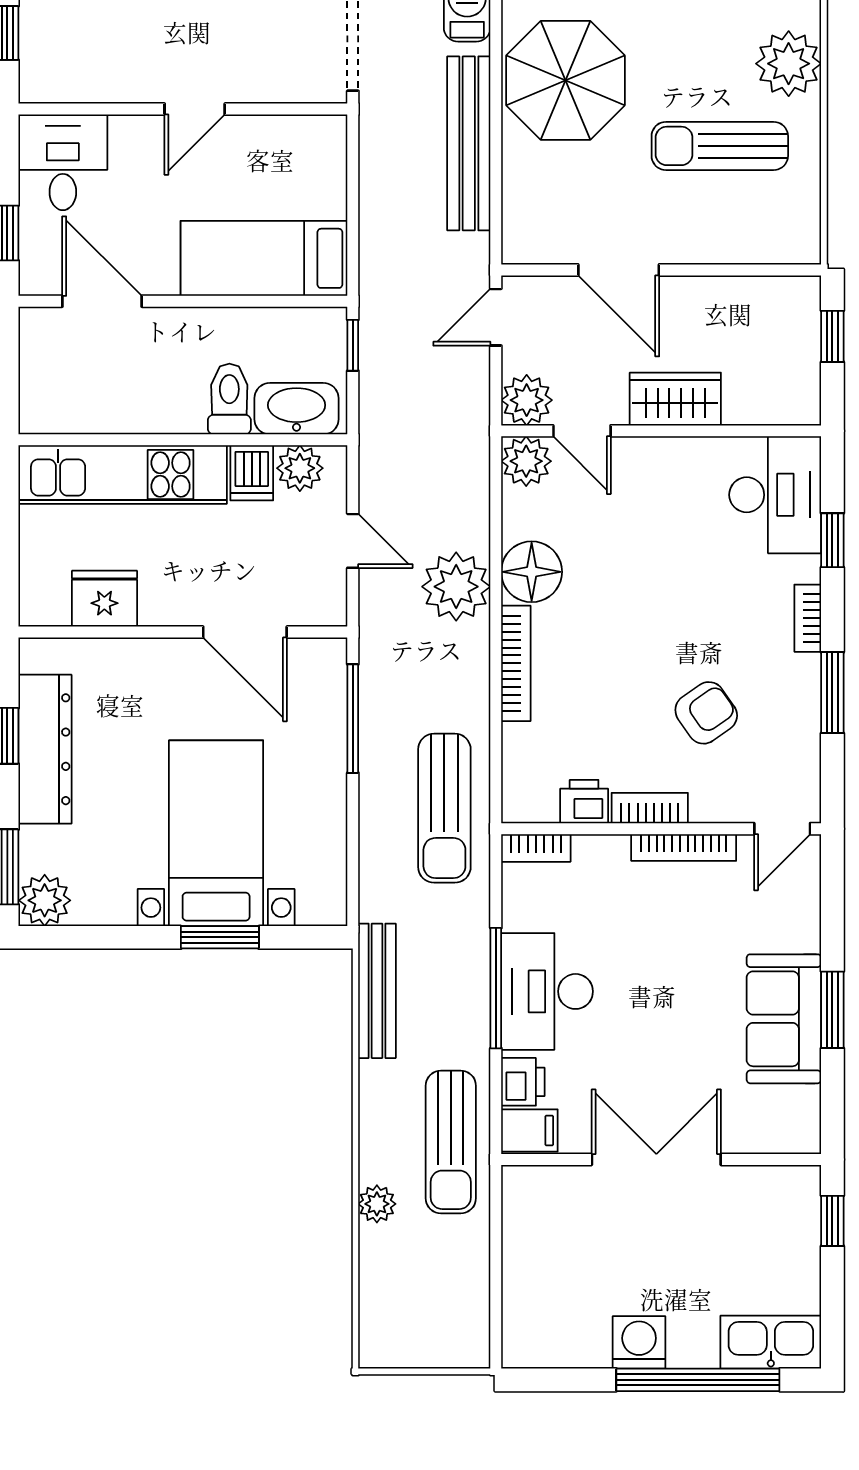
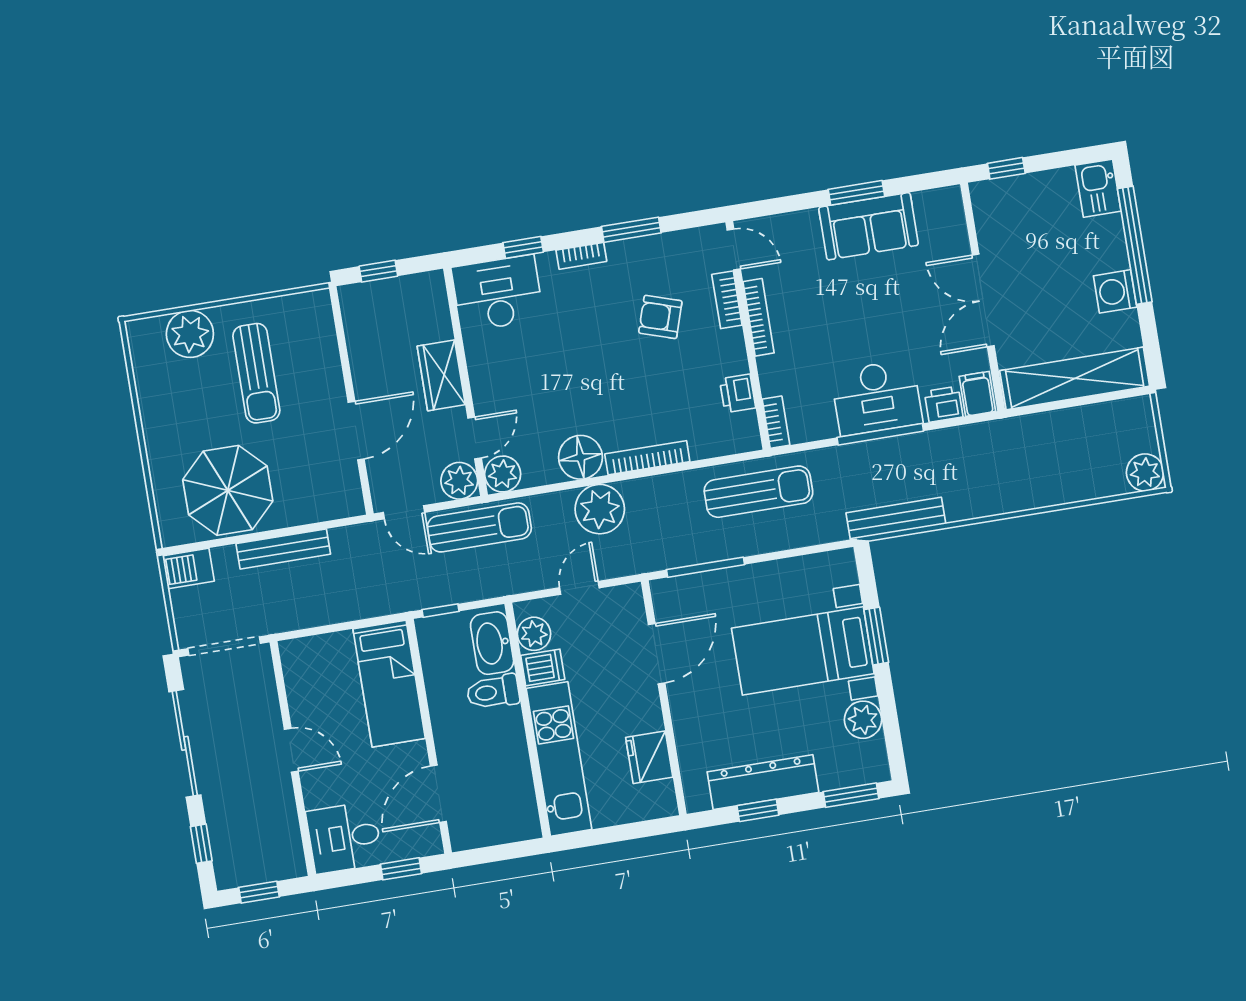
bench: (469, 143) -> (283, 549), width x0.73, depth x0.82
armchair: (706, 713) -> (660, 317), turned -37
bookcase: (650, 808) -> (727, 300), moved
plant: (45, 900) -> (863, 720), moved
sun lounger: (451, 1142) -> (479, 527), moved
plant: (377, 1204) -> (1145, 472), moved, width x1.38, depth x1.38
shelving: (529, 1267) -> (1075, 378), added
kitchen sink: (771, 1342) -> (1098, 188), width x0.73

